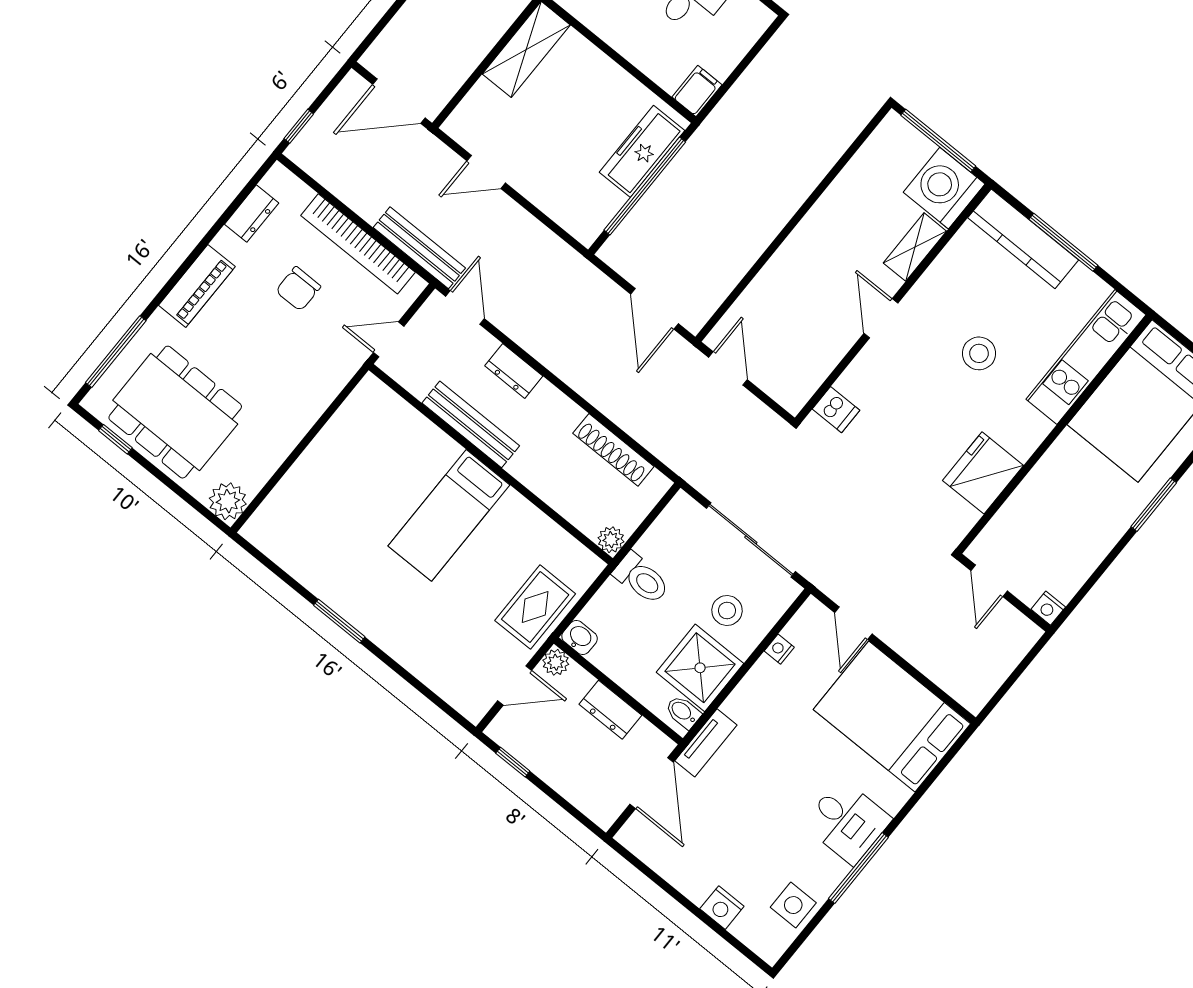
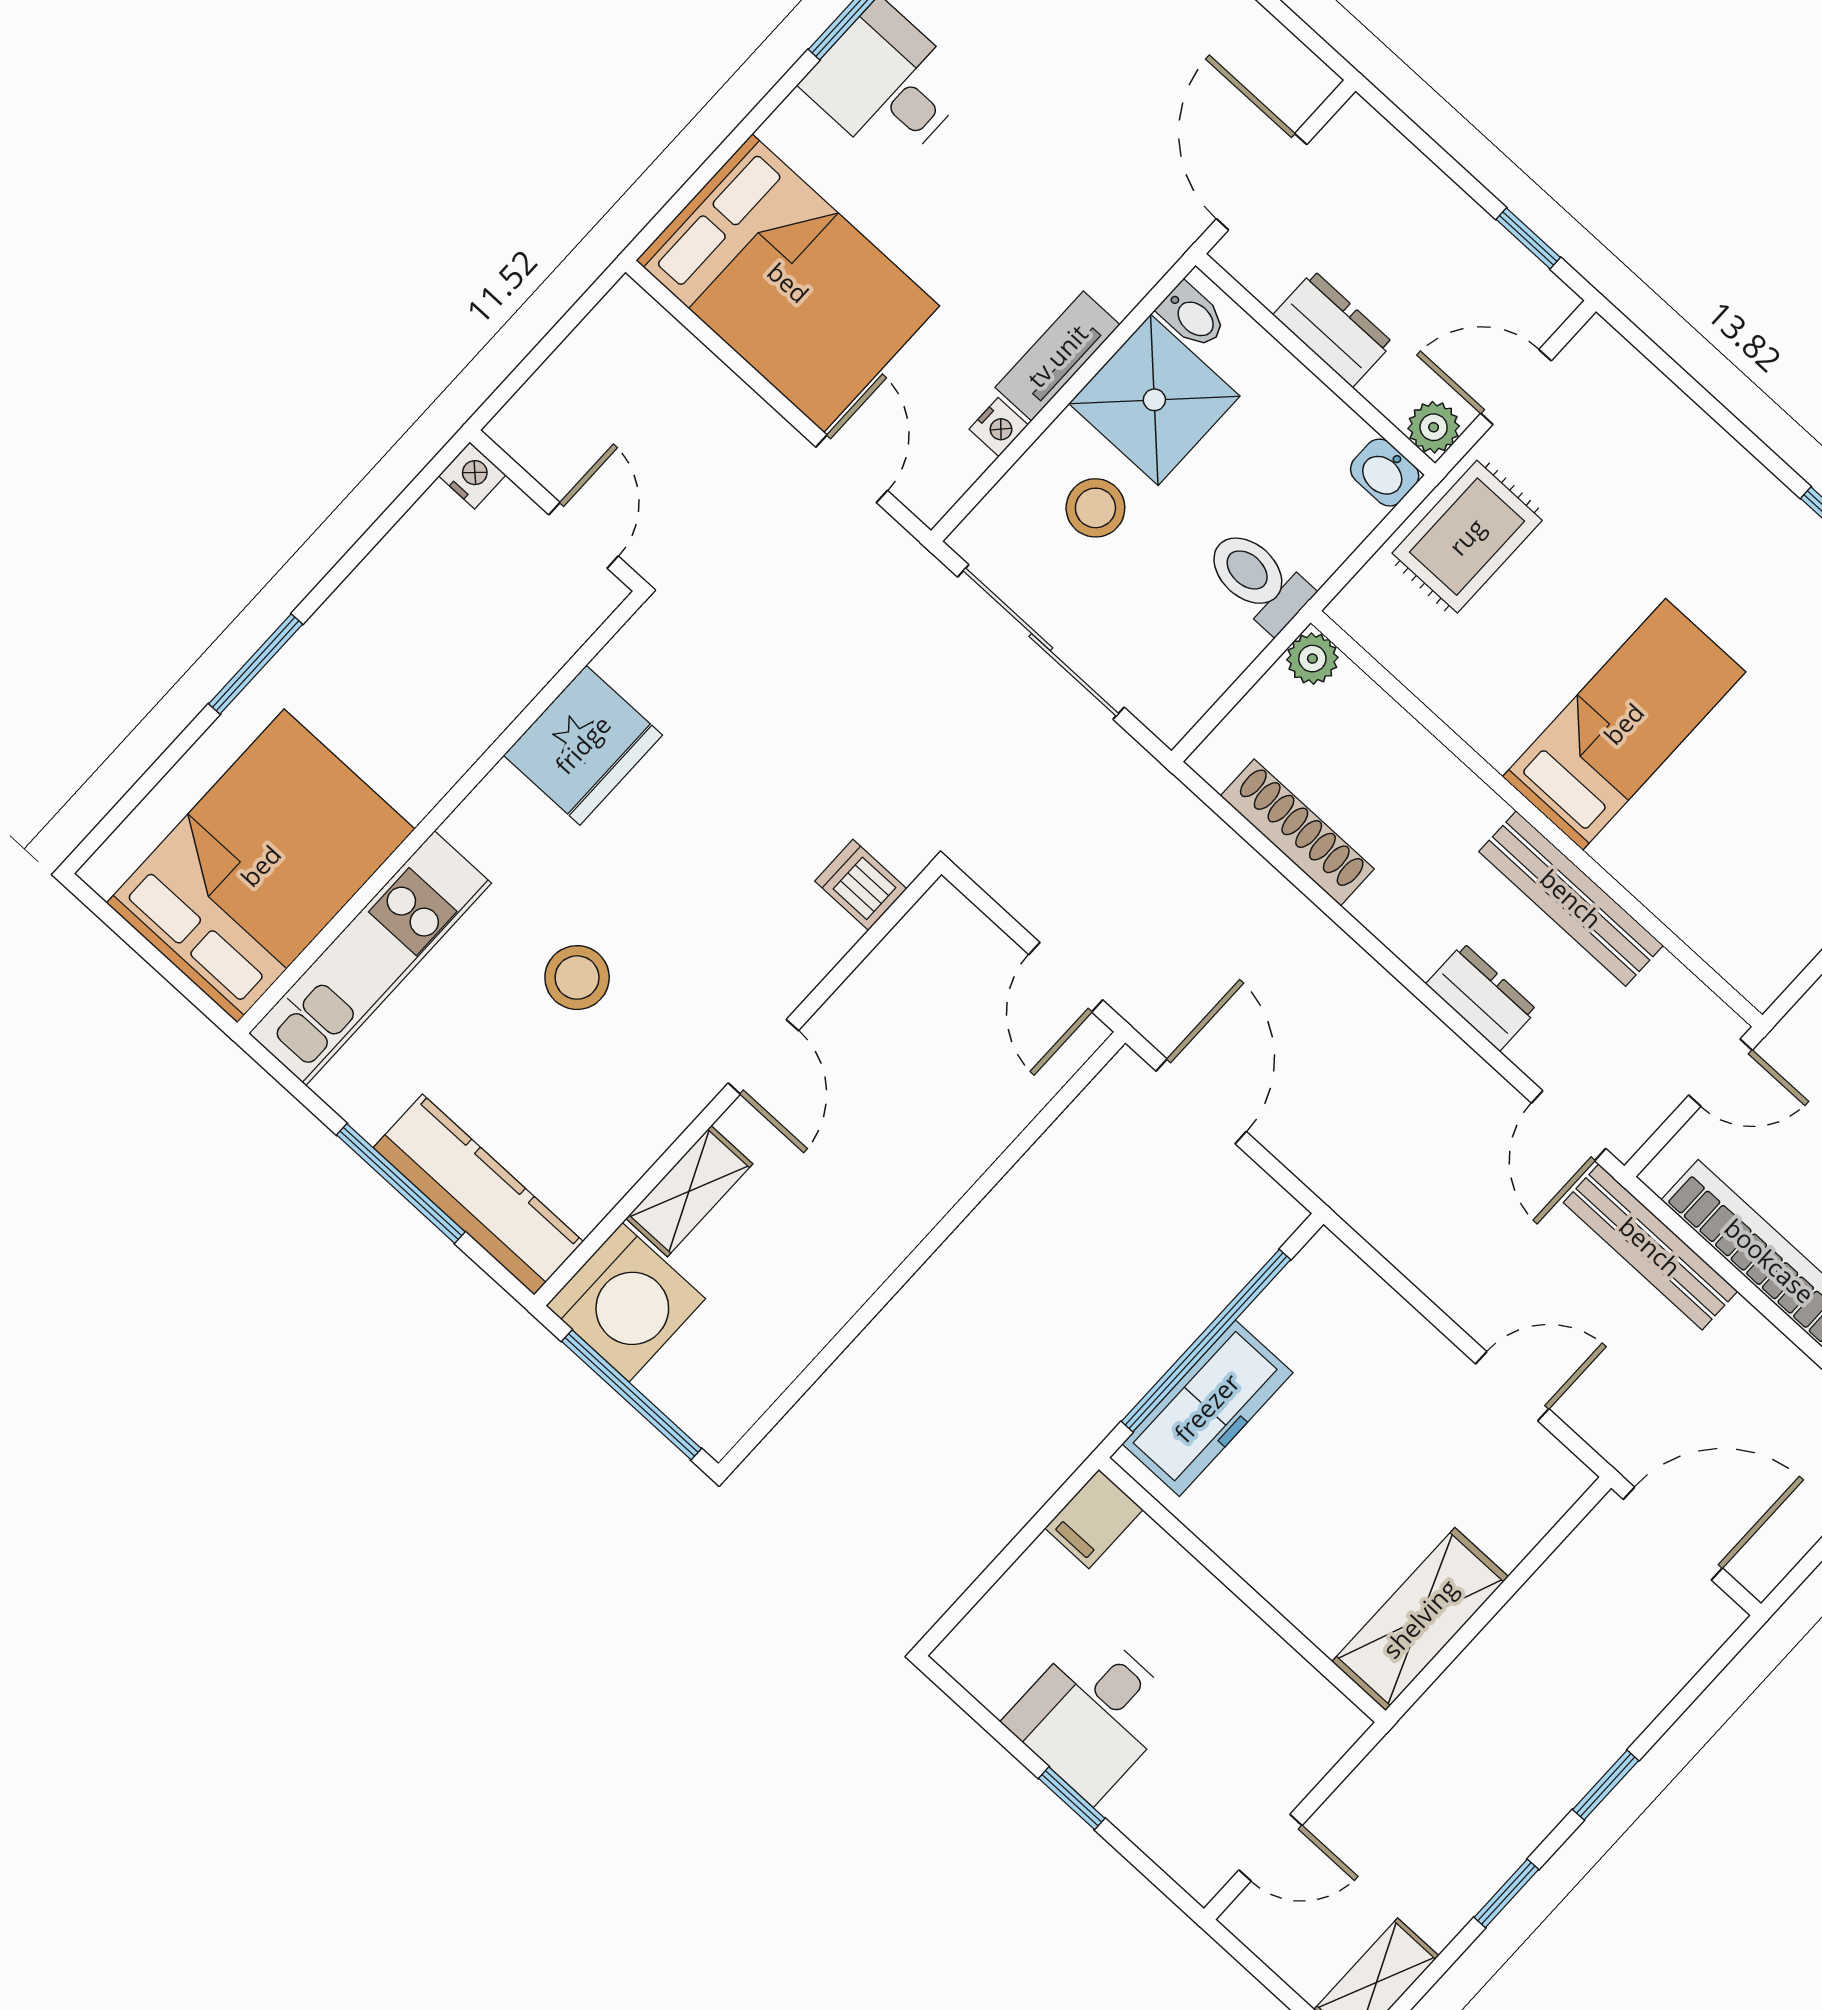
tv unit: (706, 743) -> (1058, 356), moved

